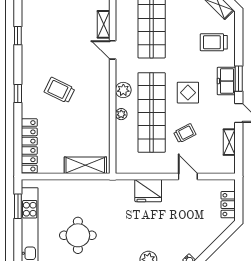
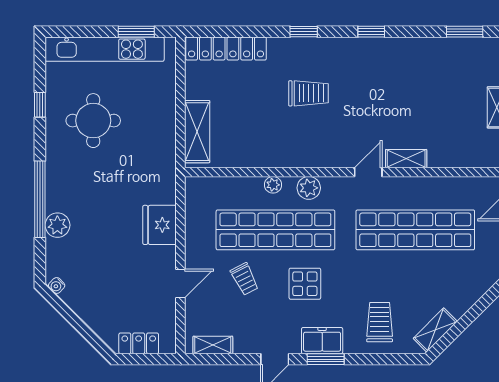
window: (18, 36) -> (371, 32), moved
trolley: (60, 90) -> (308, 93), turned 64
shelving: (229, 142) -> (213, 345), moved

